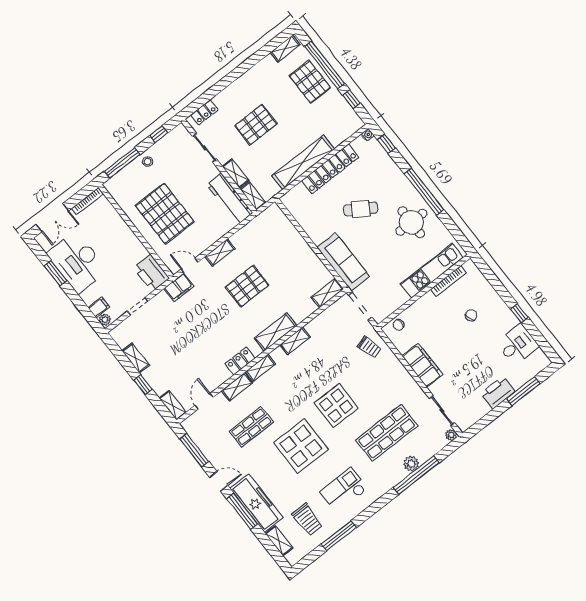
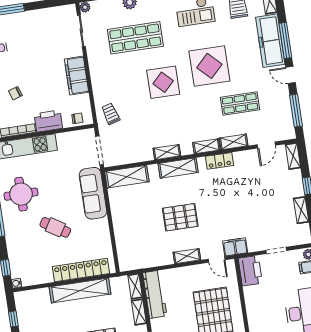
locker: (330, 169) -> (81, 270), moved
shelving: (327, 293) -> (127, 177), width x1.50, depth x1.33
printer: (498, 393) -> (48, 121), moved, turned 180

